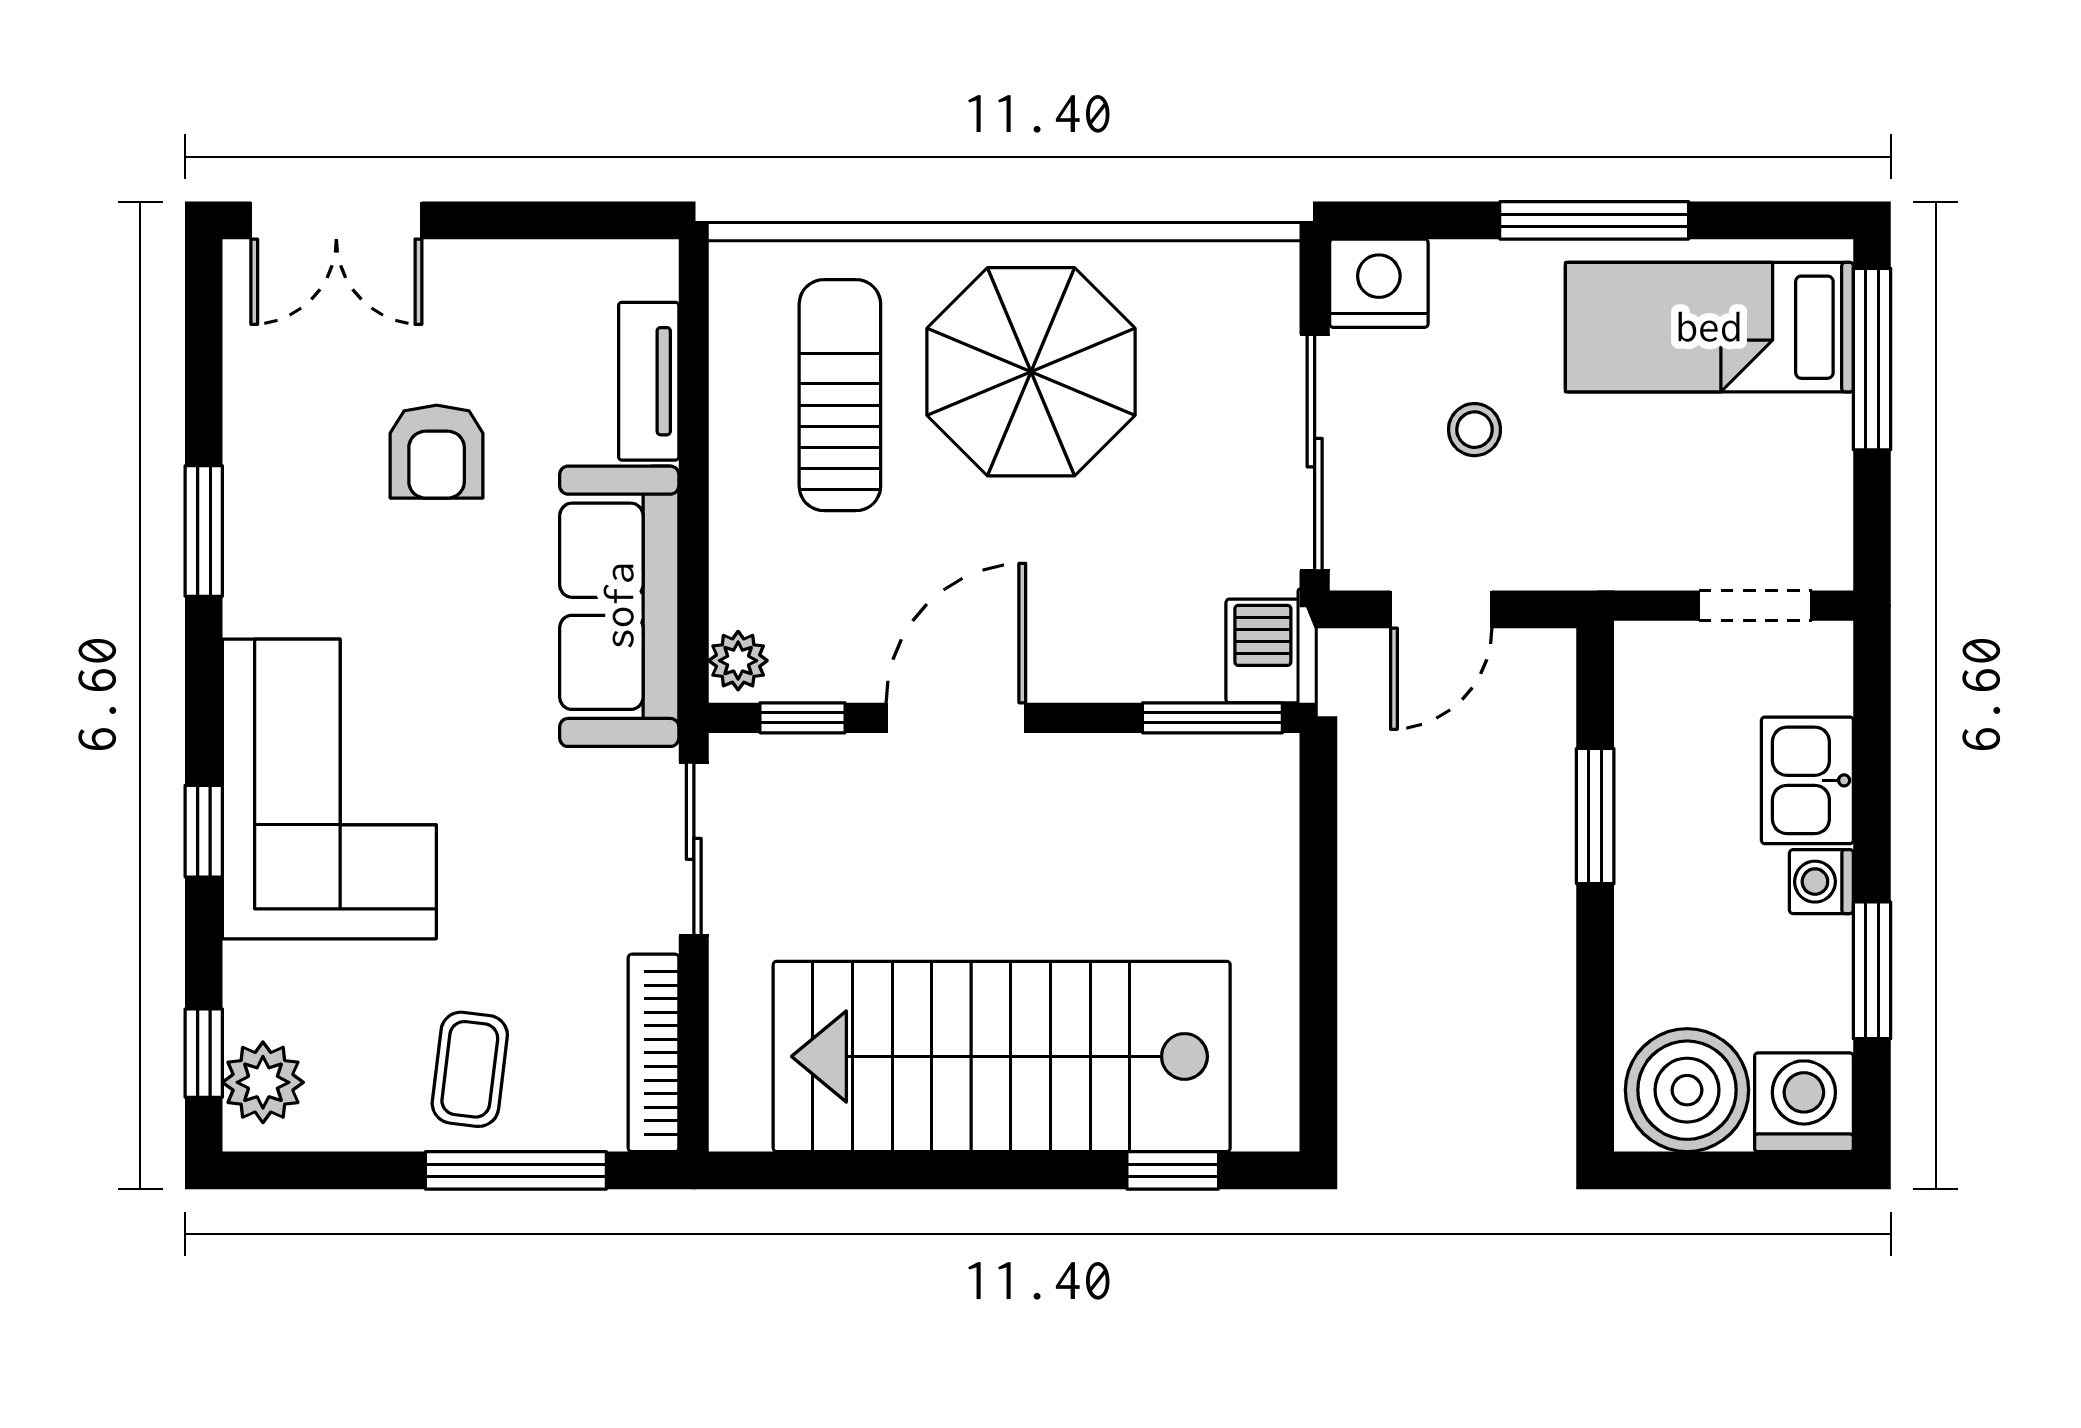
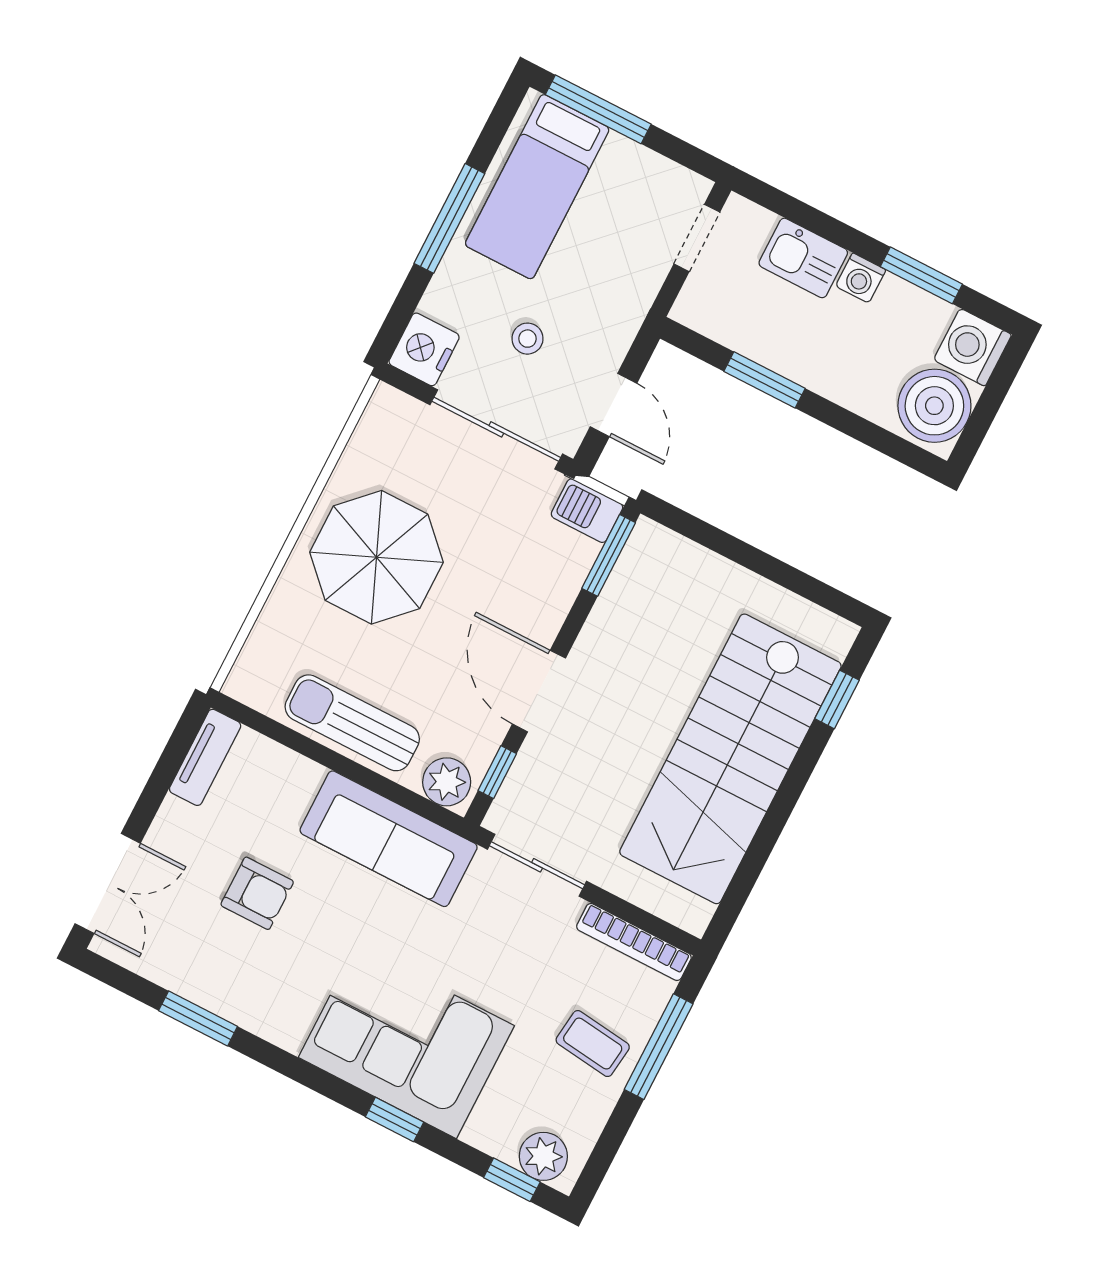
tv unit: (649, 381) -> (205, 757), moved, turned -90
sun lounger: (840, 395) -> (352, 723), moved
window: (204, 531) -> (198, 1018), moved
plant: (738, 661) -> (447, 782), width x1.38, depth x1.38

